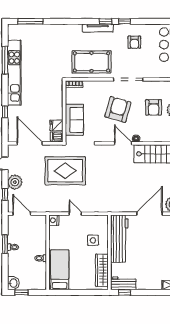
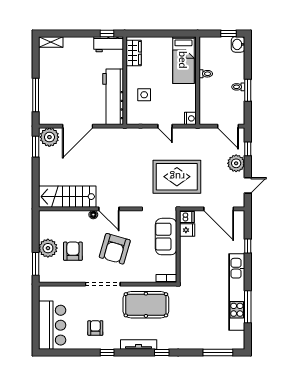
window: (105, 21) -> (162, 353), moved
wardrobe: (102, 270) -> (134, 53), width x0.67

